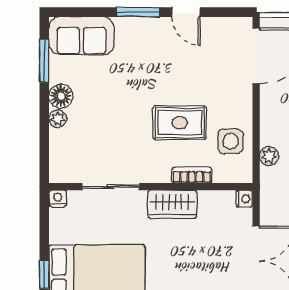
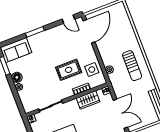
door: (186, 12) -> (68, 19), moved
wardrobe: (172, 204) -> (88, 100), moved

